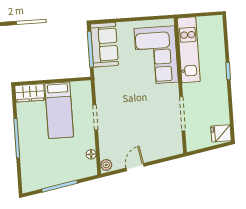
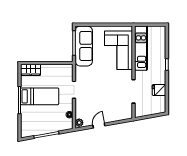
sofa: (104, 45) -> (84, 46), width x1.36
bed: (59, 110) -> (40, 96), moved, turned -90
fridge: (221, 133) -> (159, 90), moved

